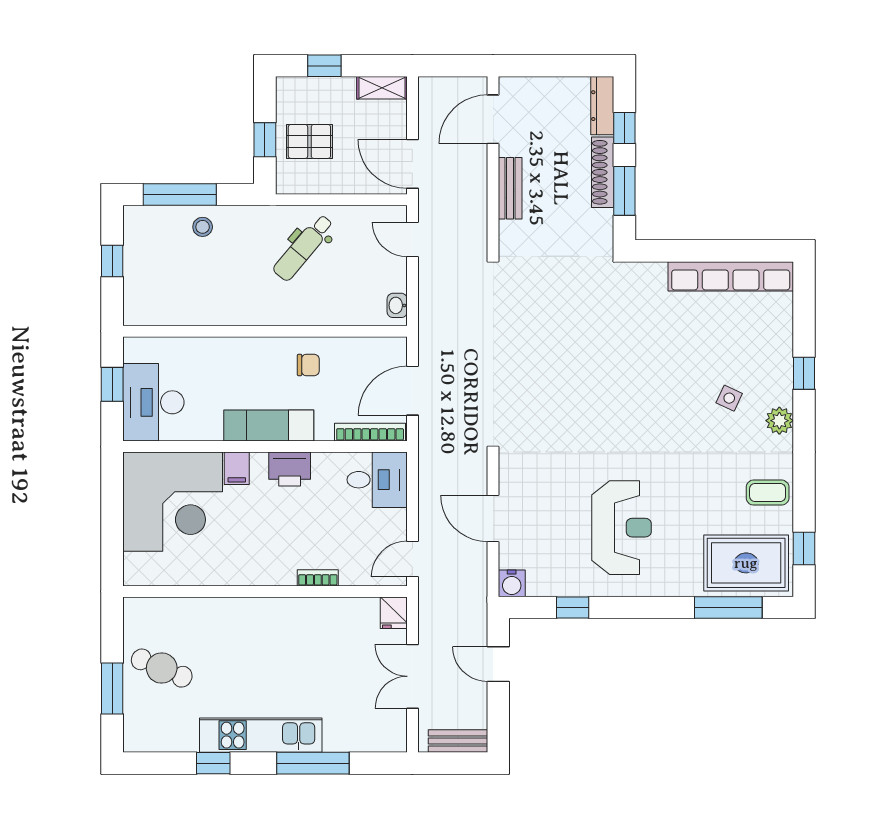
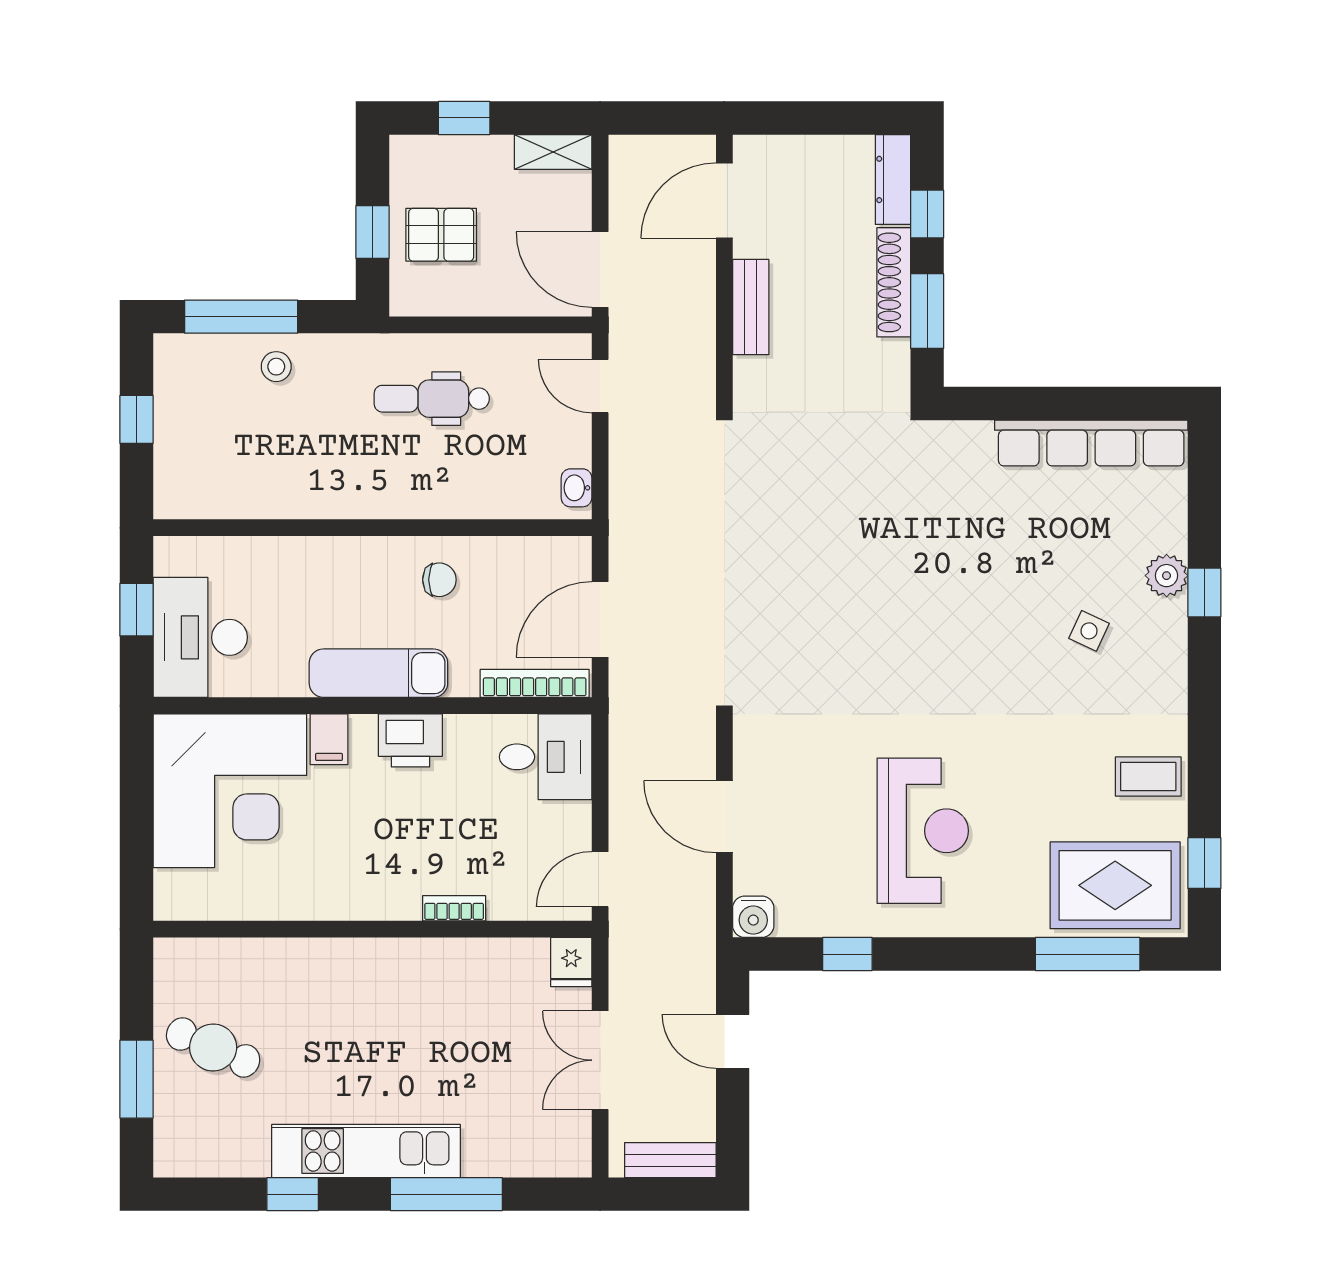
dental chair: (303, 248) -> (432, 399), turned 50
plant: (779, 421) -> (1167, 576), moved

